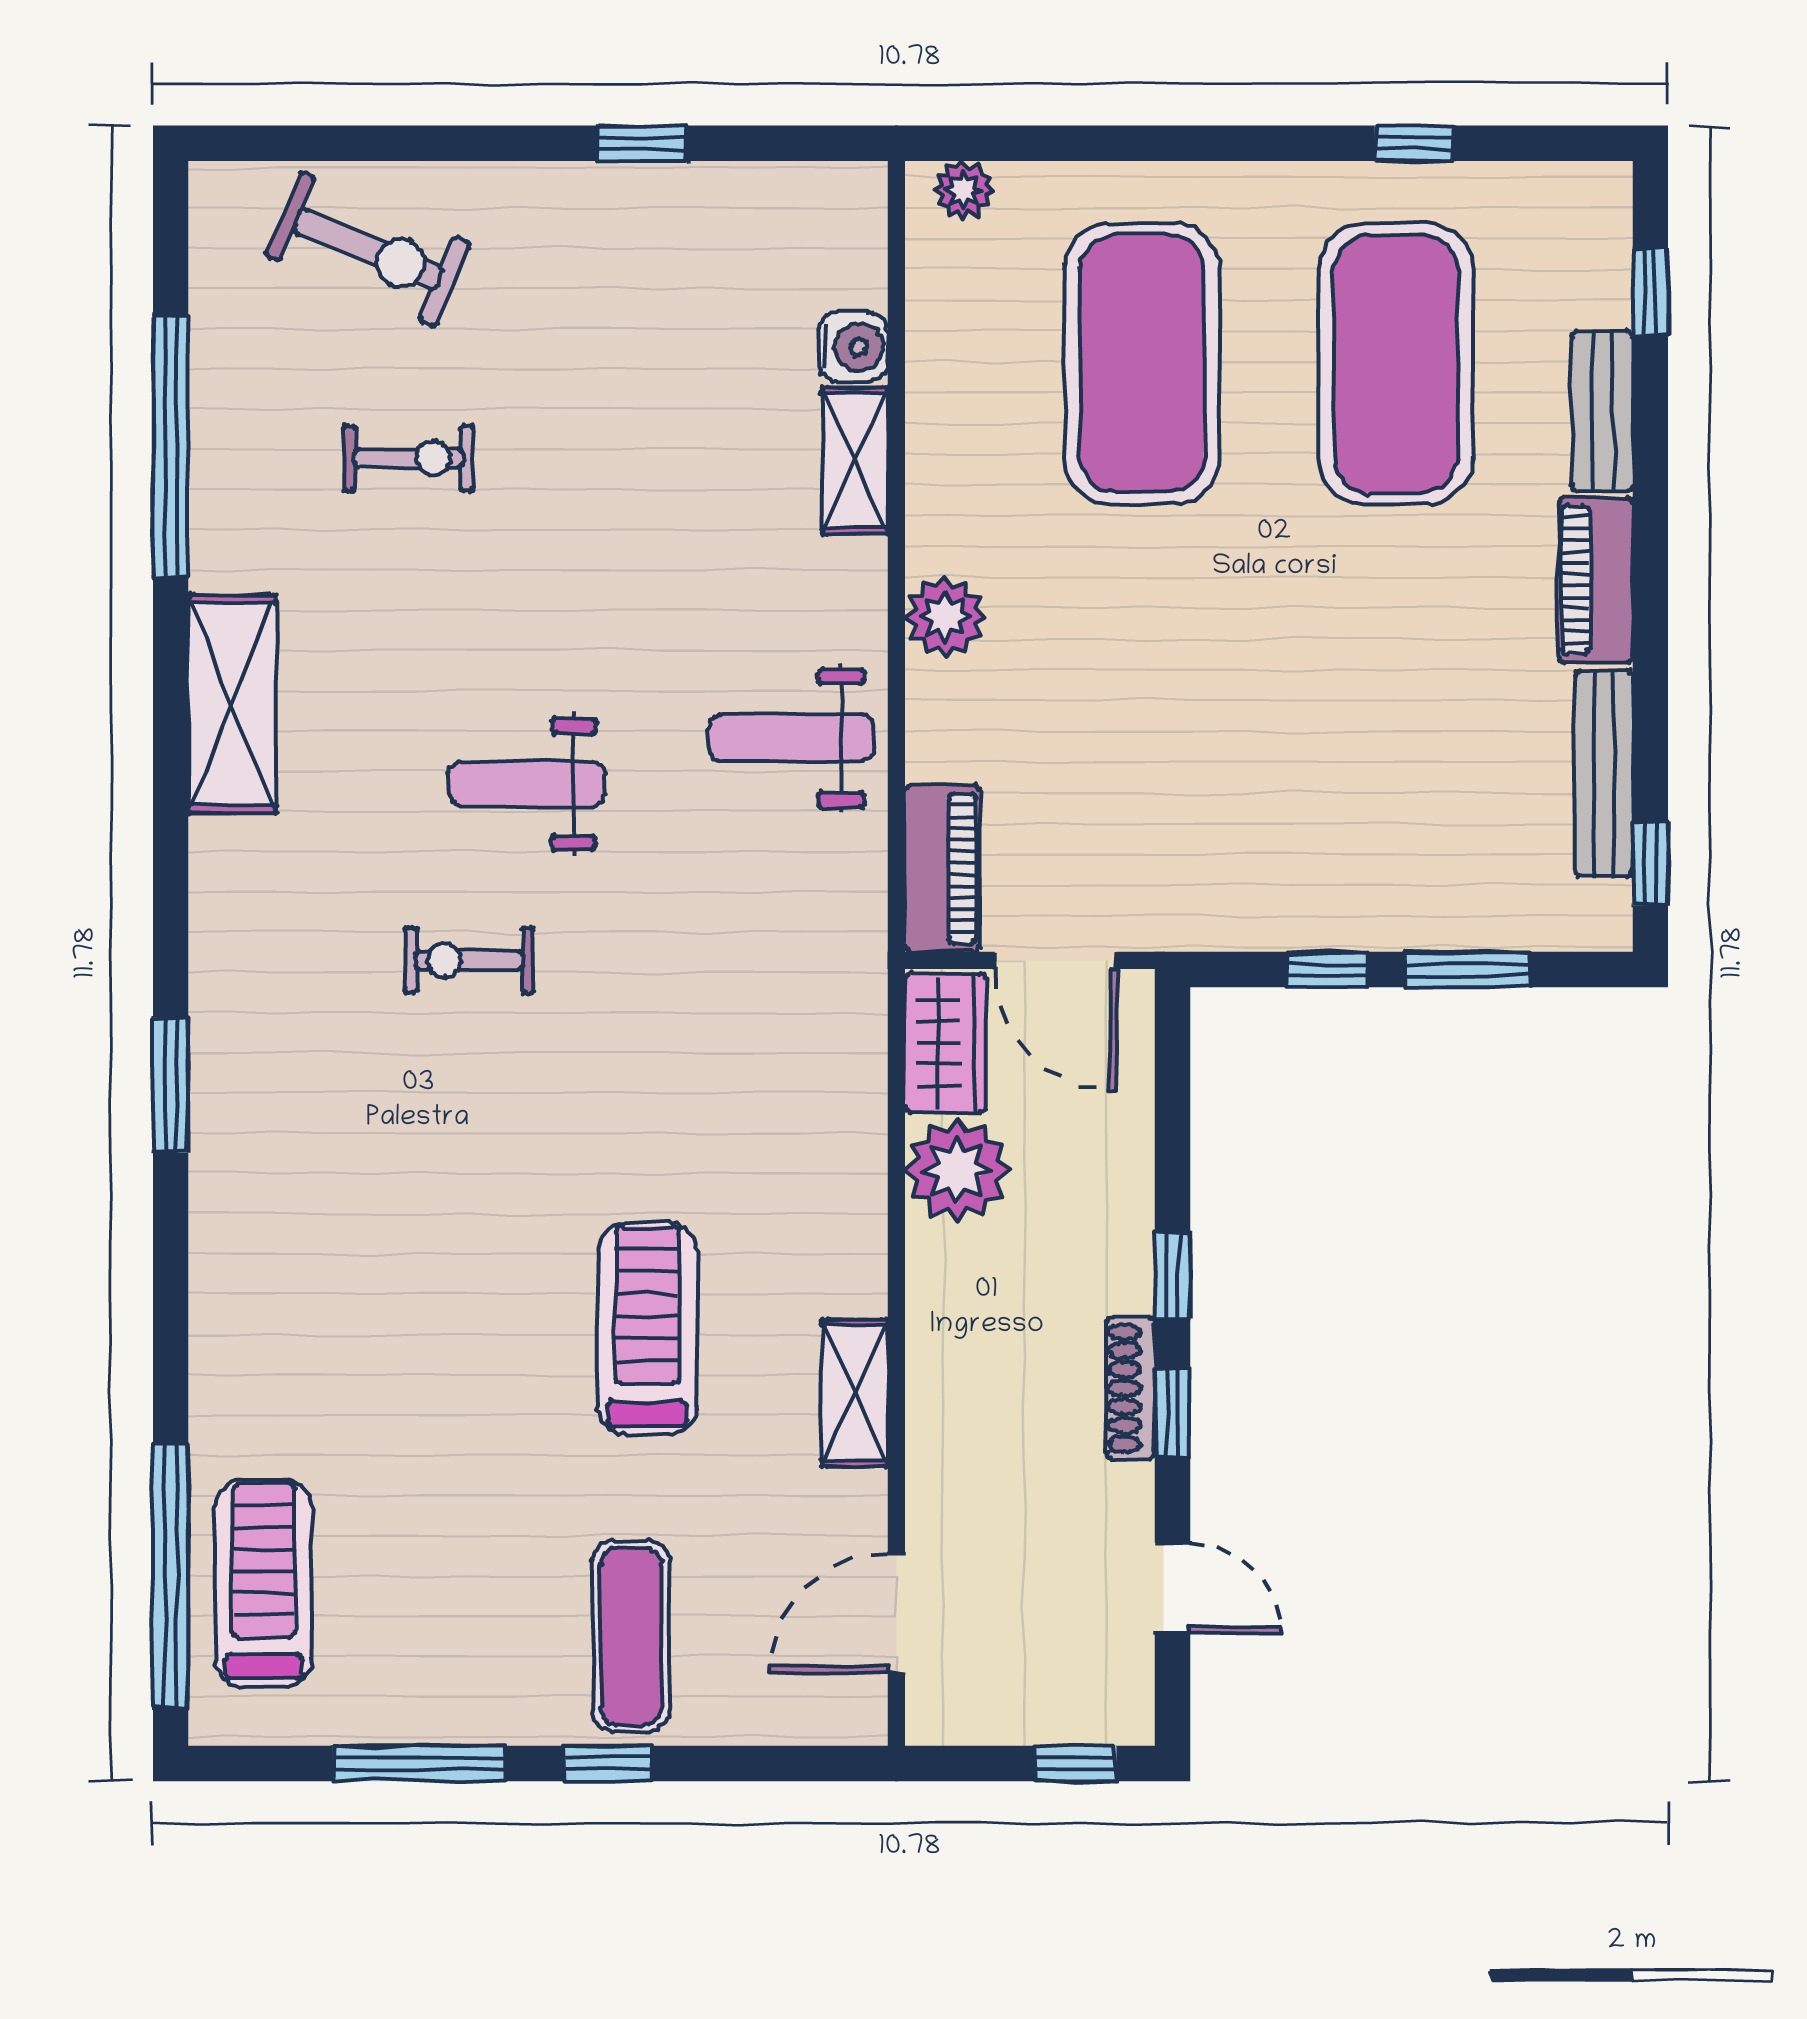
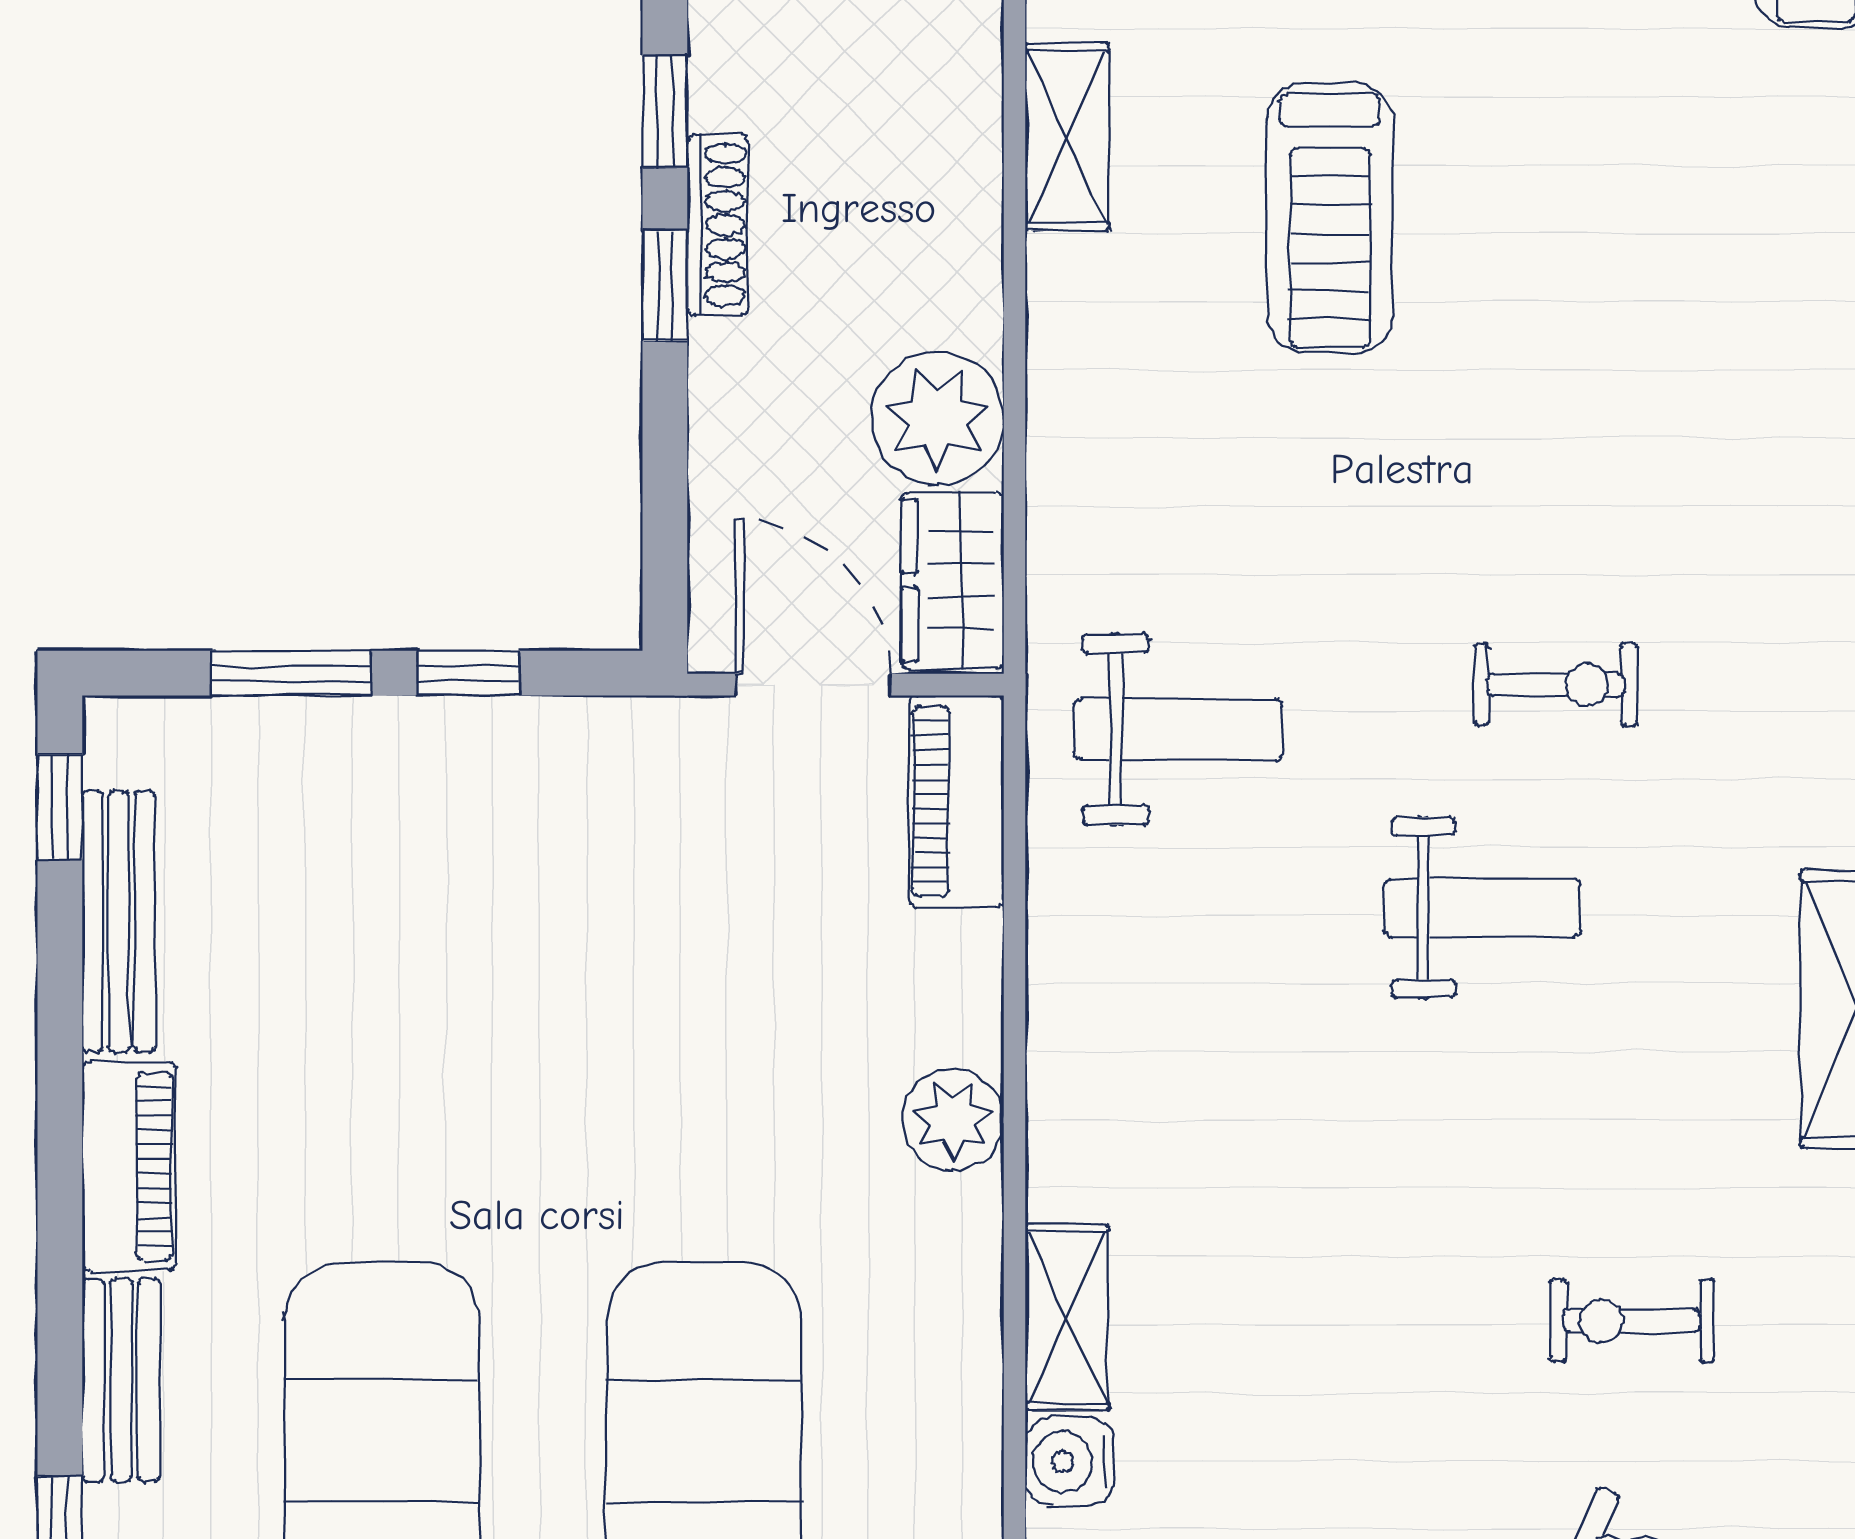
weight bench: (792, 738) -> (1178, 729), moved
shoe rack: (1131, 1388) -> (718, 225), moved

